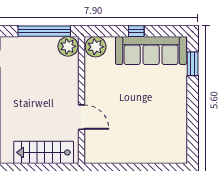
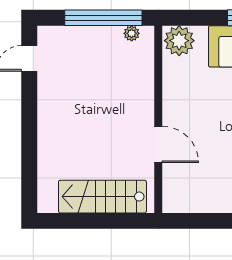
plant: (68, 46) -> (132, 33), width x0.53, depth x0.53

